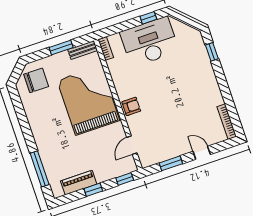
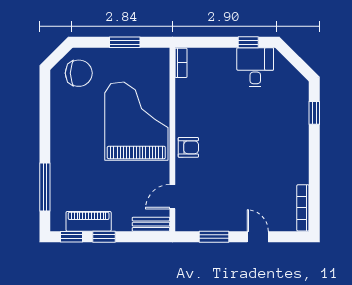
desk: (149, 42) -> (255, 67), width x0.53, depth x0.77
bench: (83, 50) -> (151, 224), moved
window: (125, 179) -> (71, 237), moved

